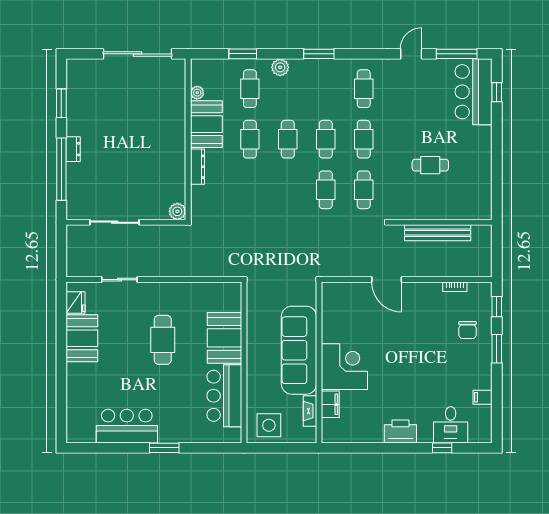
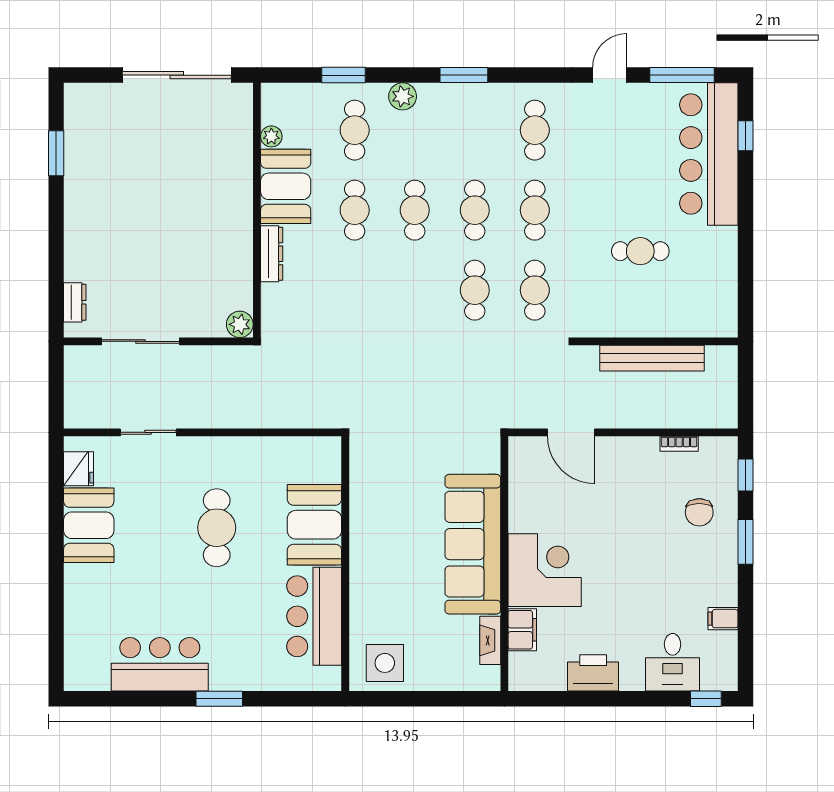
bar counter: (474, 92) -> (709, 154), width x1.36
dresser: (73, 149) -> (75, 302), moved
window: (61, 169) -> (56, 257), removed
sofa: (299, 350) -> (473, 544), moved
wall: (319, 363) -> (504, 564), moved
corner desk: (344, 367) -> (545, 570), moved
filing cabinet: (330, 404) -> (522, 630), moved
fireplace: (310, 411) -> (490, 640), moved
window: (442, 448) -> (706, 699), moved

